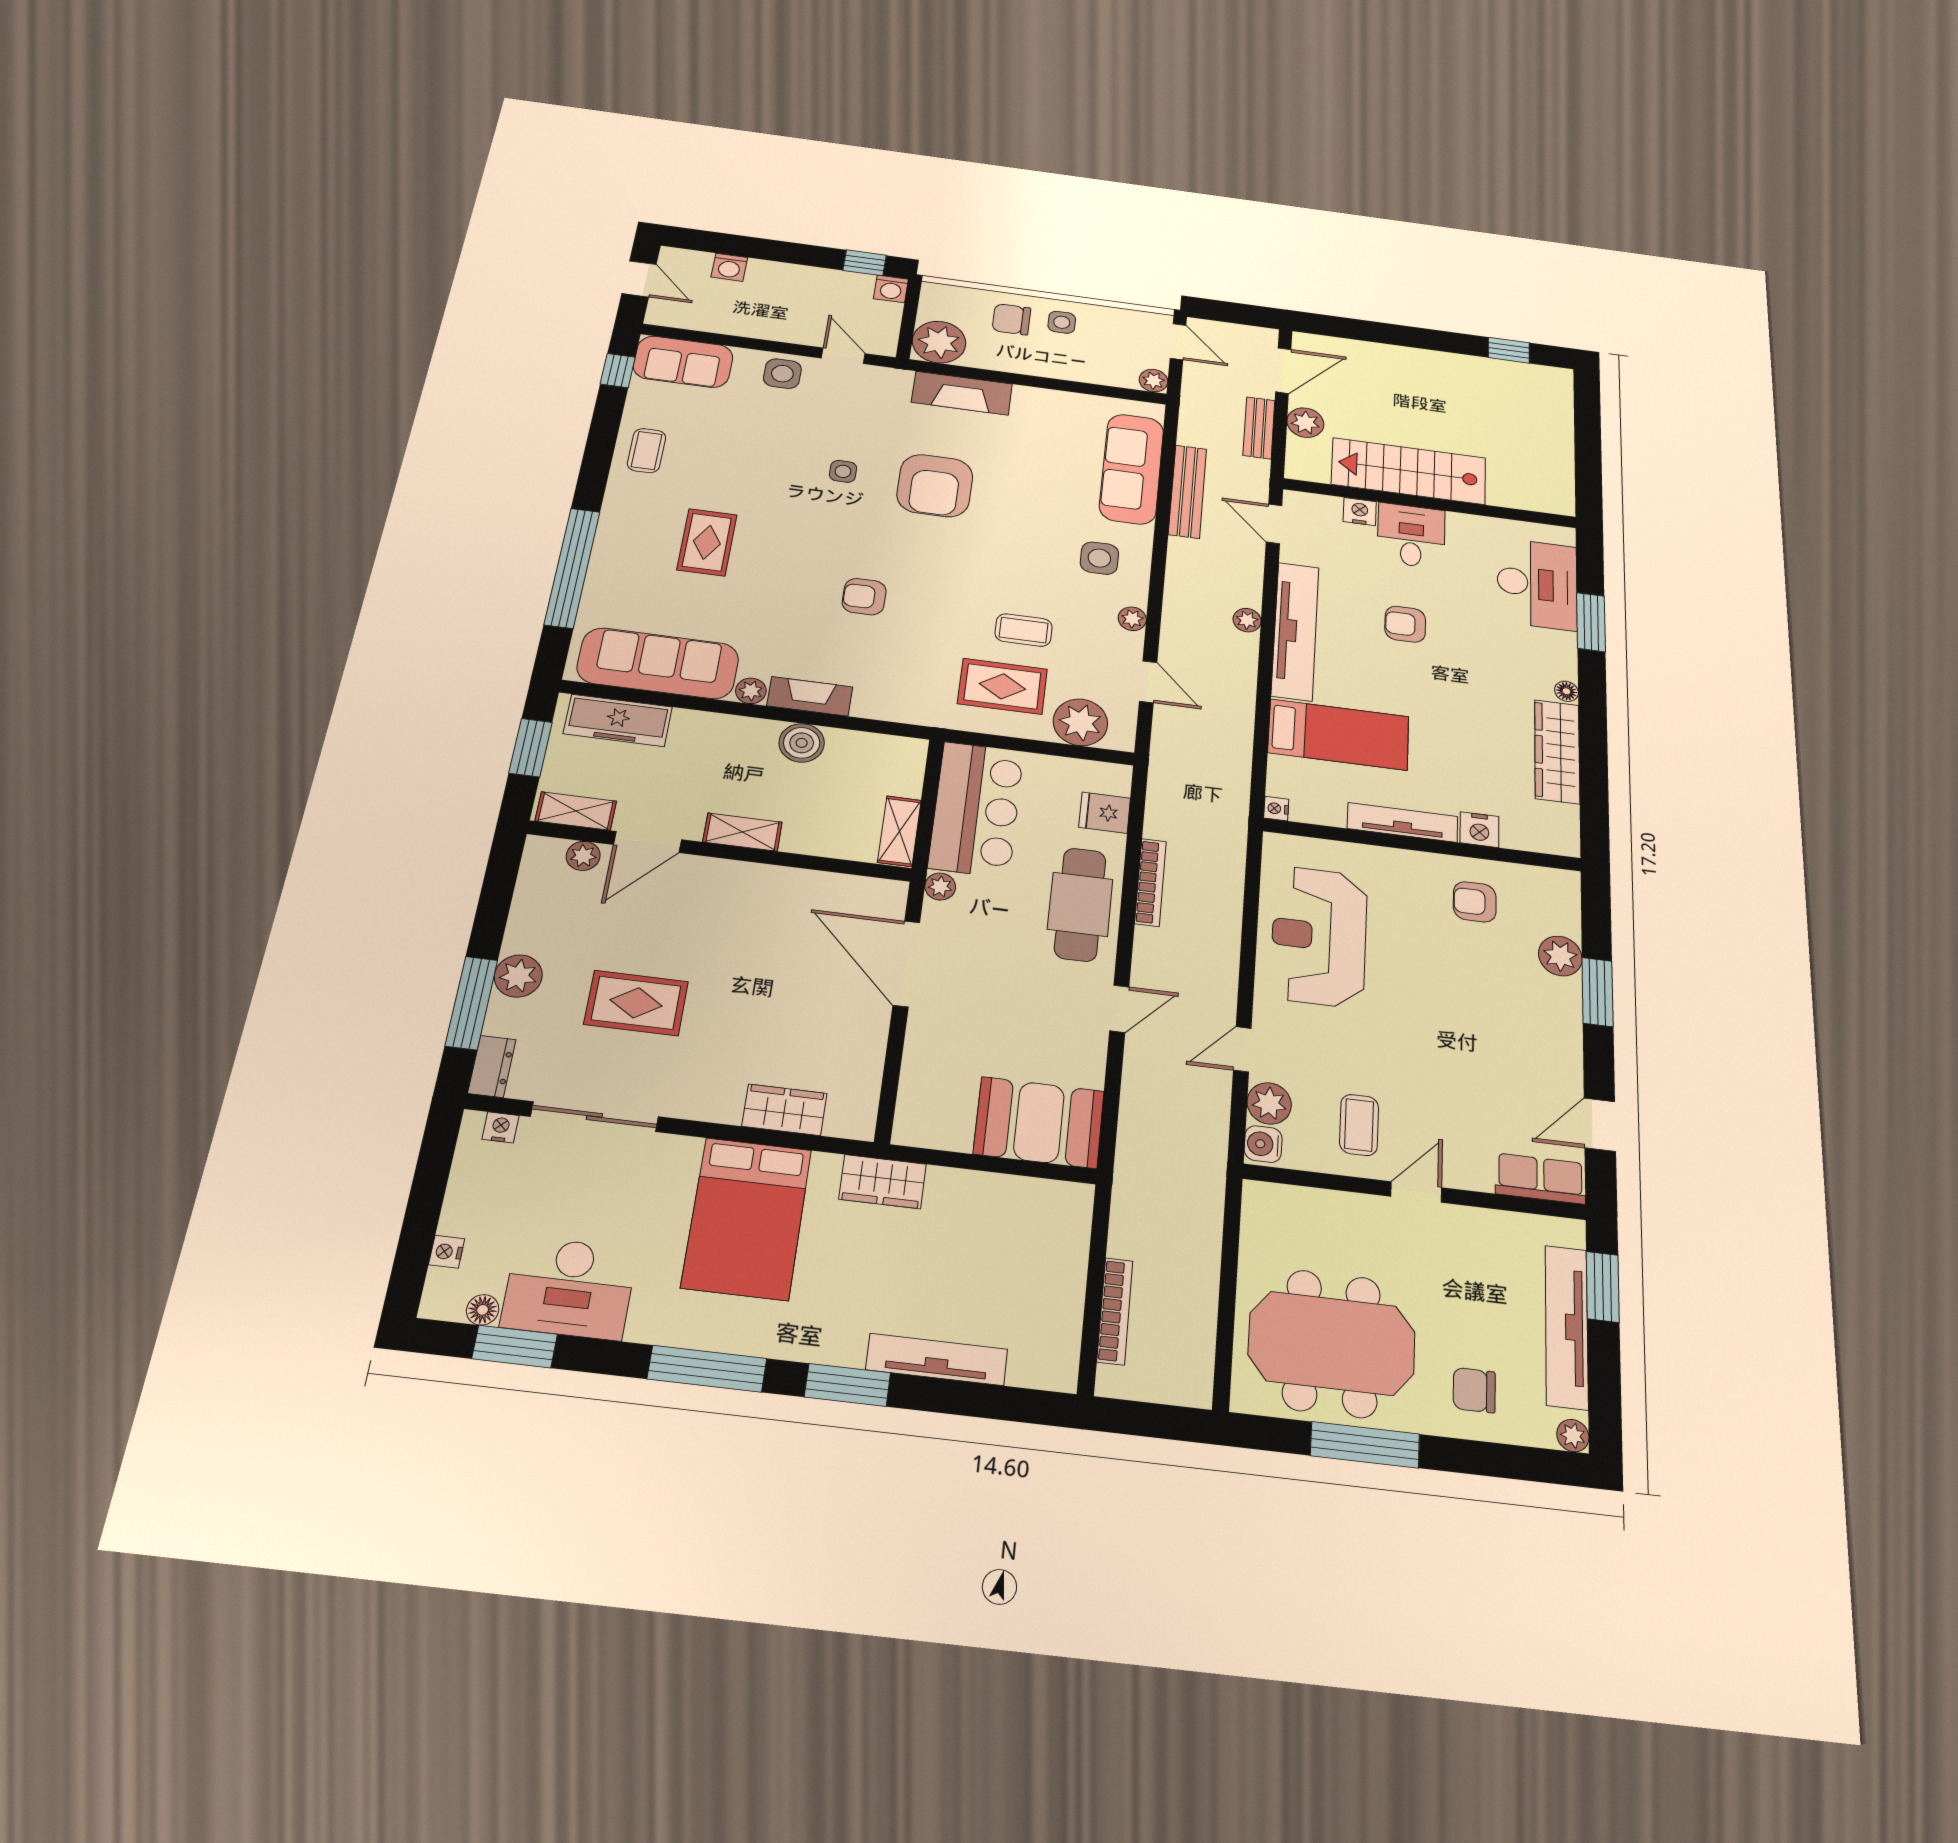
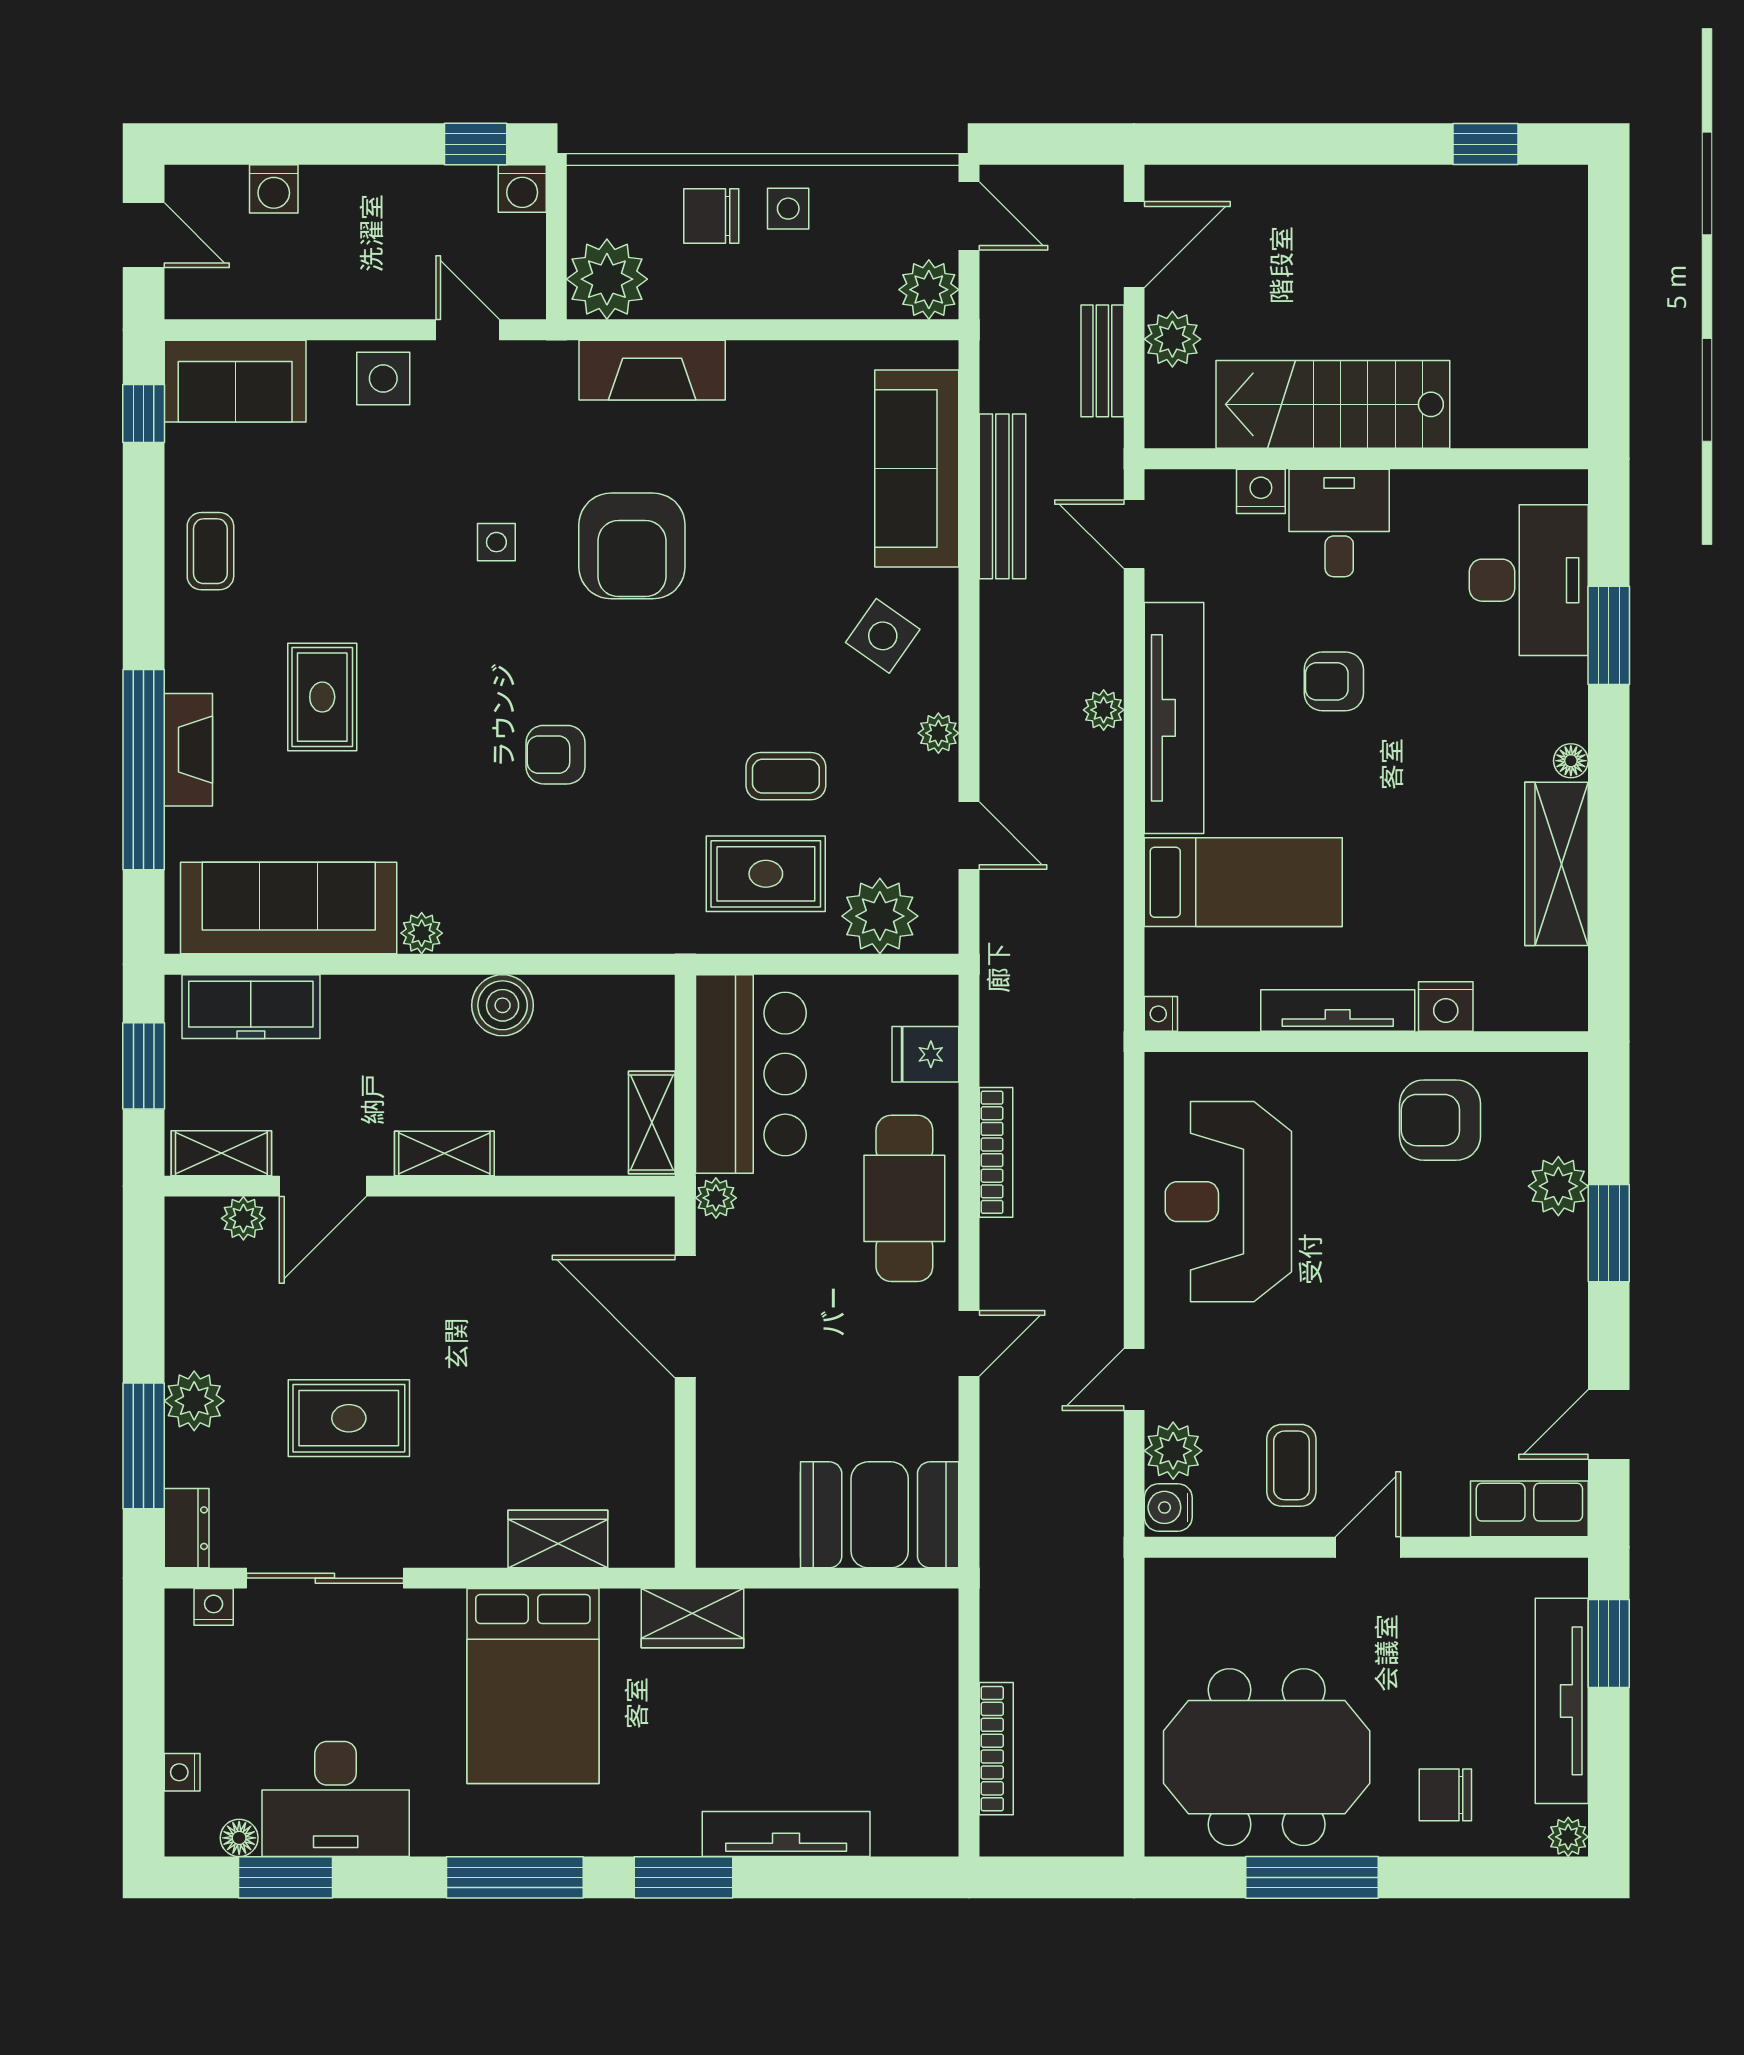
plant: (1153, 381) -> (929, 290), width x1.38, depth x1.38
side table: (1099, 558) -> (883, 636), turned 35
fireplace: (810, 696) -> (188, 750), moved, turned 90
armchair: (1475, 902) -> (1440, 1120), width x1.38, depth x1.38

